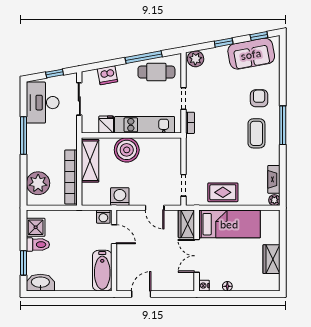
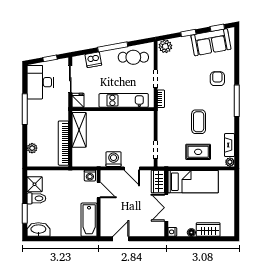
window: (144, 57) -> (113, 47), moved
fridge: (106, 125) -> (78, 100), moved
coffee table: (256, 133) -> (199, 122), moved
boiler: (127, 150) -> (109, 121), removed
plant: (38, 183) -> (32, 148), width x0.53, depth x0.53
rug: (223, 192) -> (198, 152), moved
washing machine: (120, 197) -> (114, 159), moved
wardrobe: (271, 259) -> (208, 230), moved, turned 90

